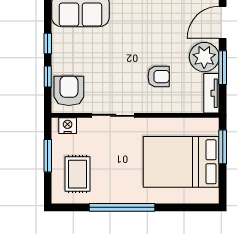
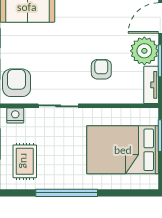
armchair: (159, 77) -> (101, 69), turned -90

